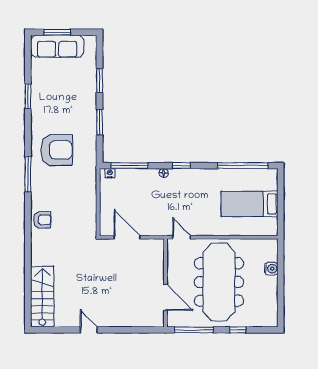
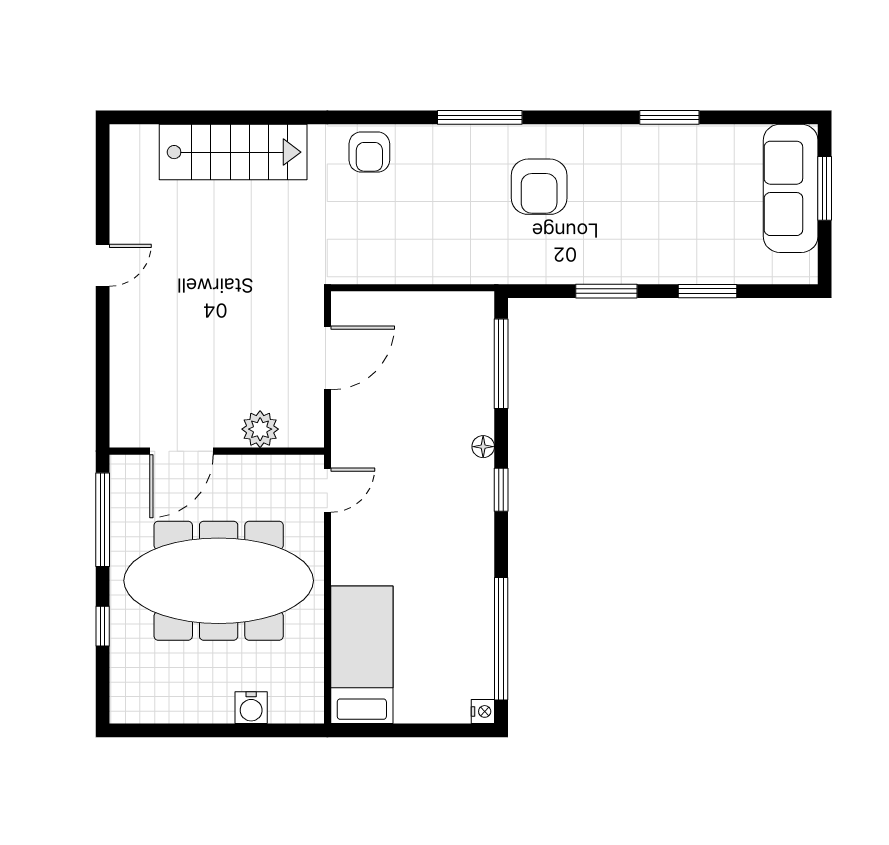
armchair: (57, 150) -> (539, 187), width x0.73, depth x0.73
nightstand: (110, 173) -> (483, 711), moved
bed: (249, 204) -> (362, 655), moved
plant: (156, 265) -> (260, 429), added
stairs: (42, 297) -> (233, 152), moved

